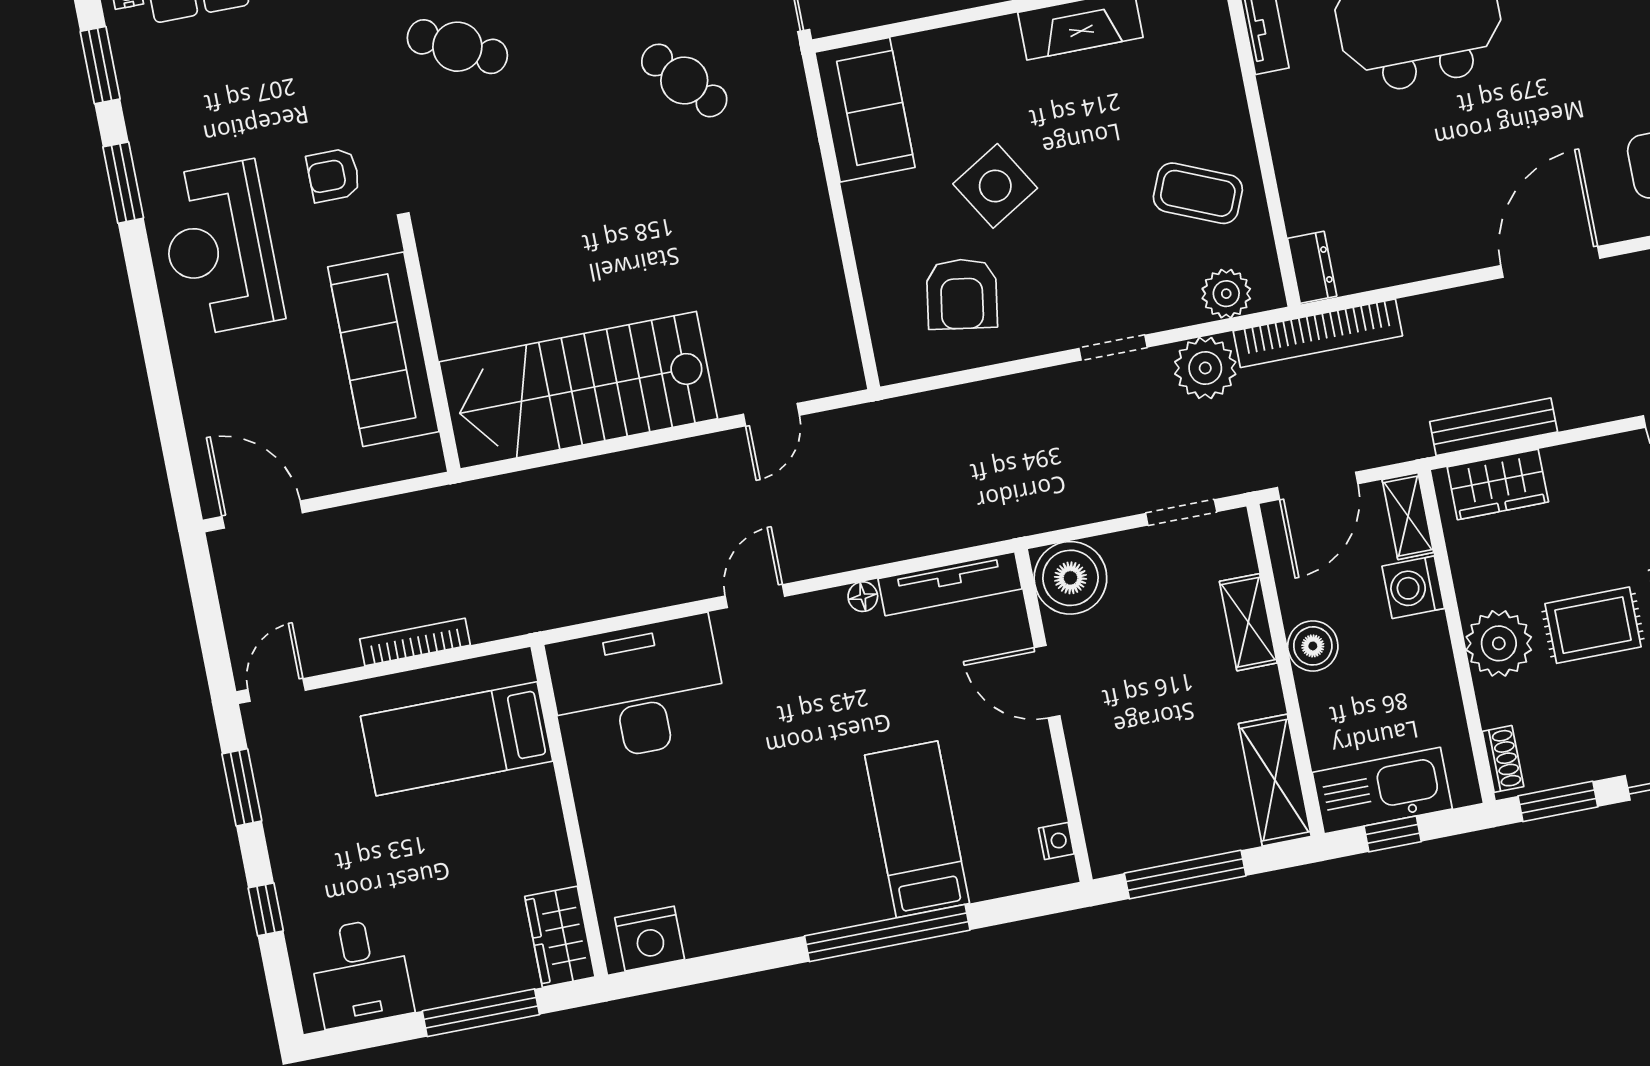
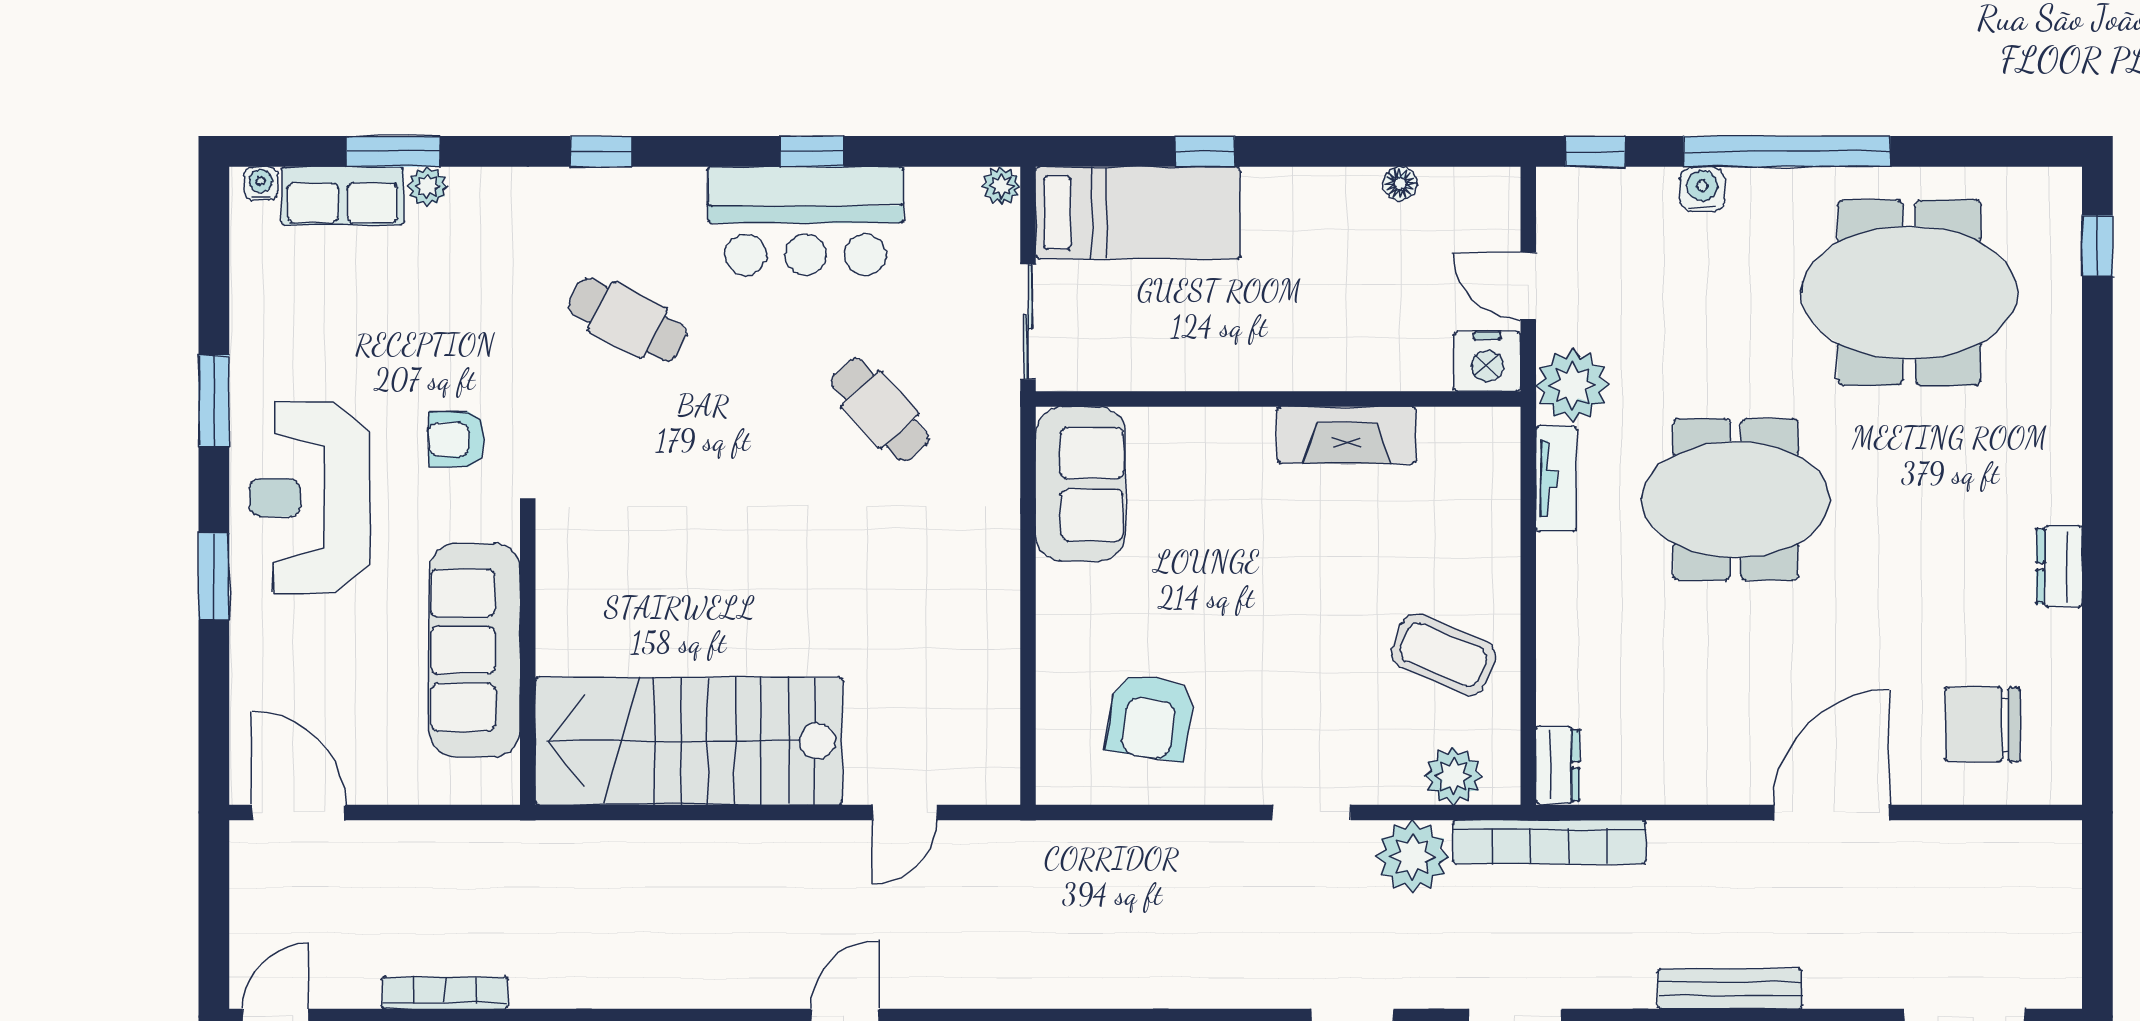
window: (100, 65) -> (214, 577), moved
side table: (995, 186) -> (1213, 601), removed

